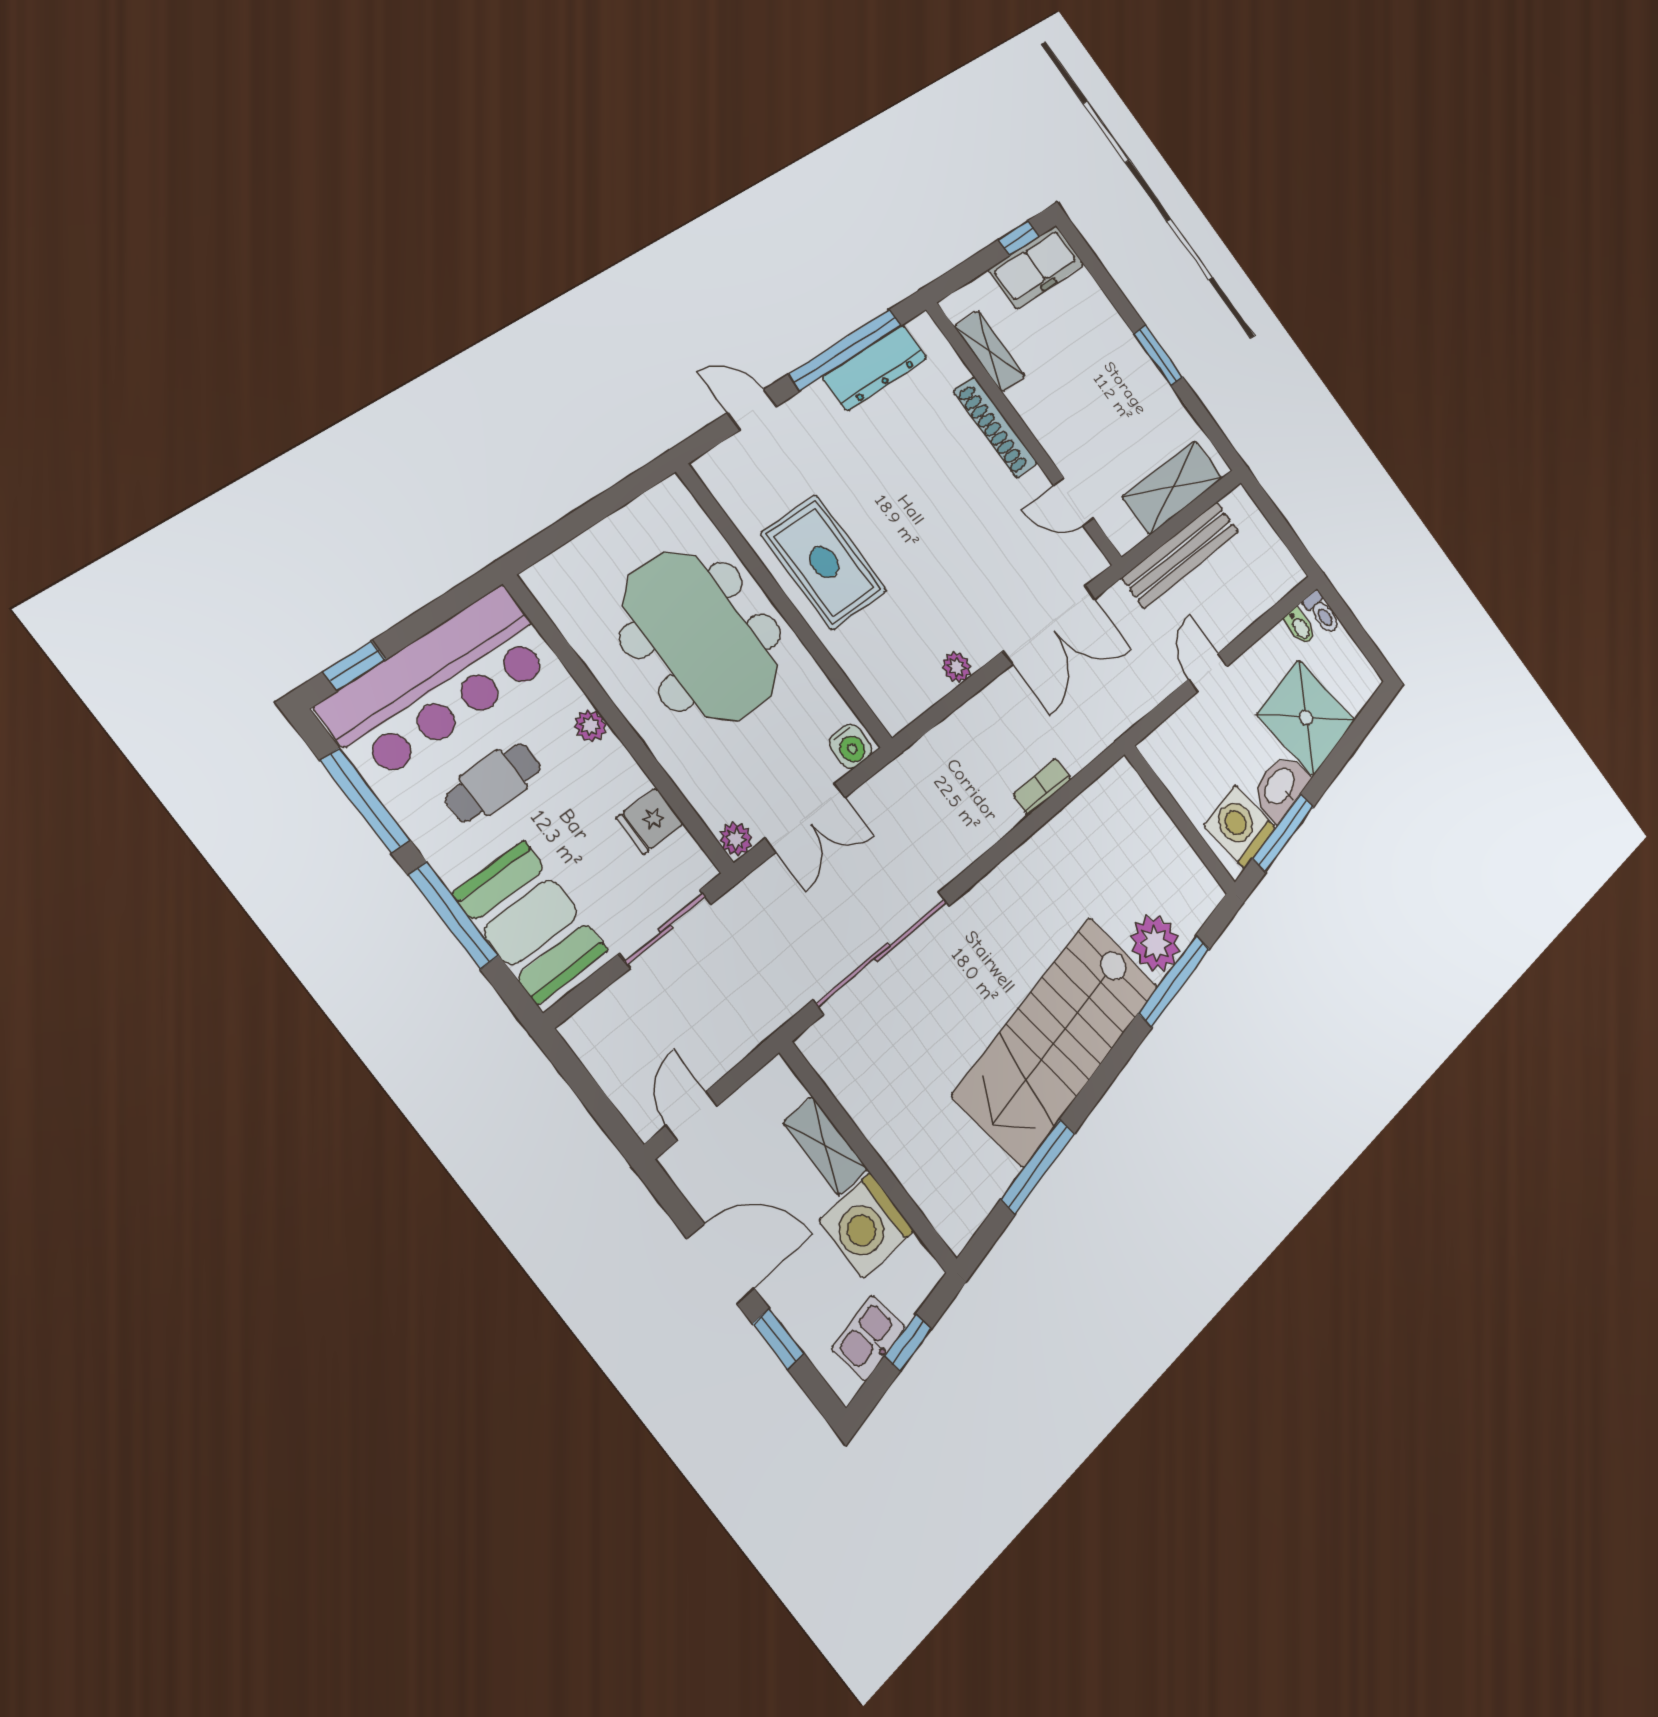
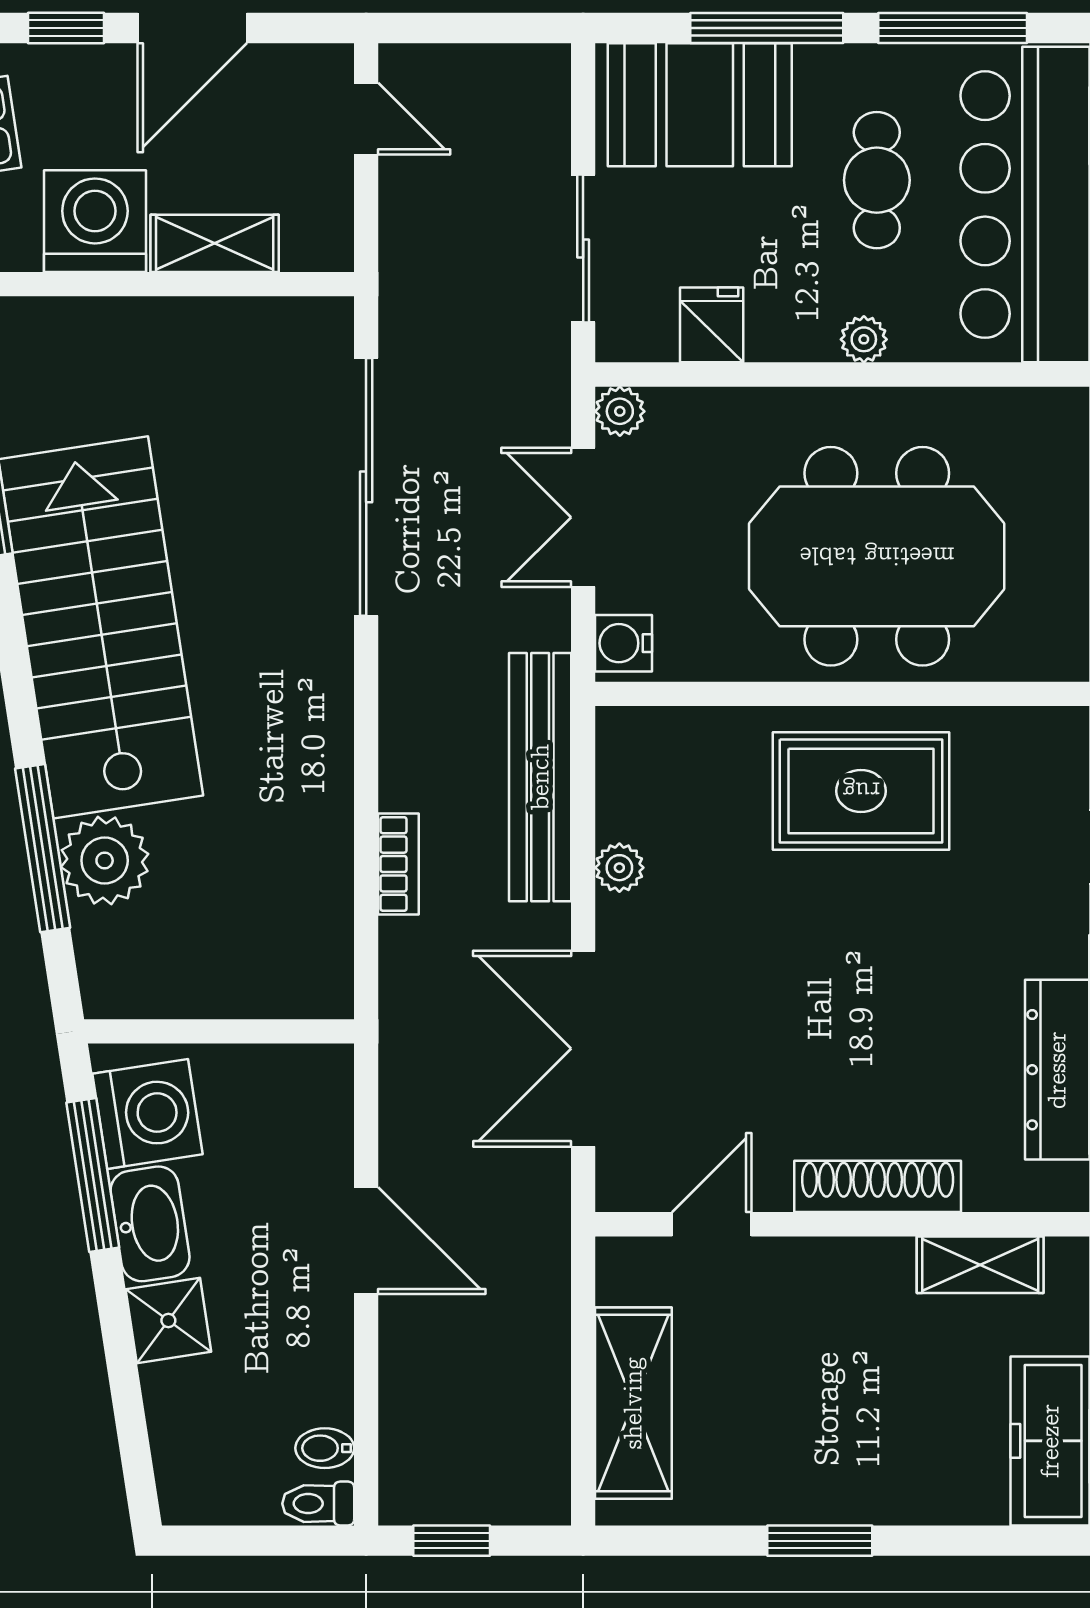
window: (1288, 536) -> (452, 1541), added
bench: (1181, 554) -> (540, 777), moved
door: (1208, 673) -> (366, 1241), width x1.38
shower: (1306, 718) -> (168, 1320), width x0.54, depth x0.54

